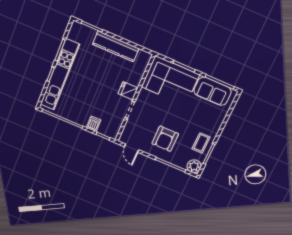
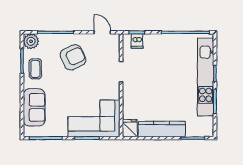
fridge: (128, 91) -> (130, 128), moved, turned -90
sofa: (213, 91) -> (34, 107), moved, turned 90
dishwasher: (94, 124) -> (137, 41), moved
armchair: (165, 139) -> (73, 57), turned 65

